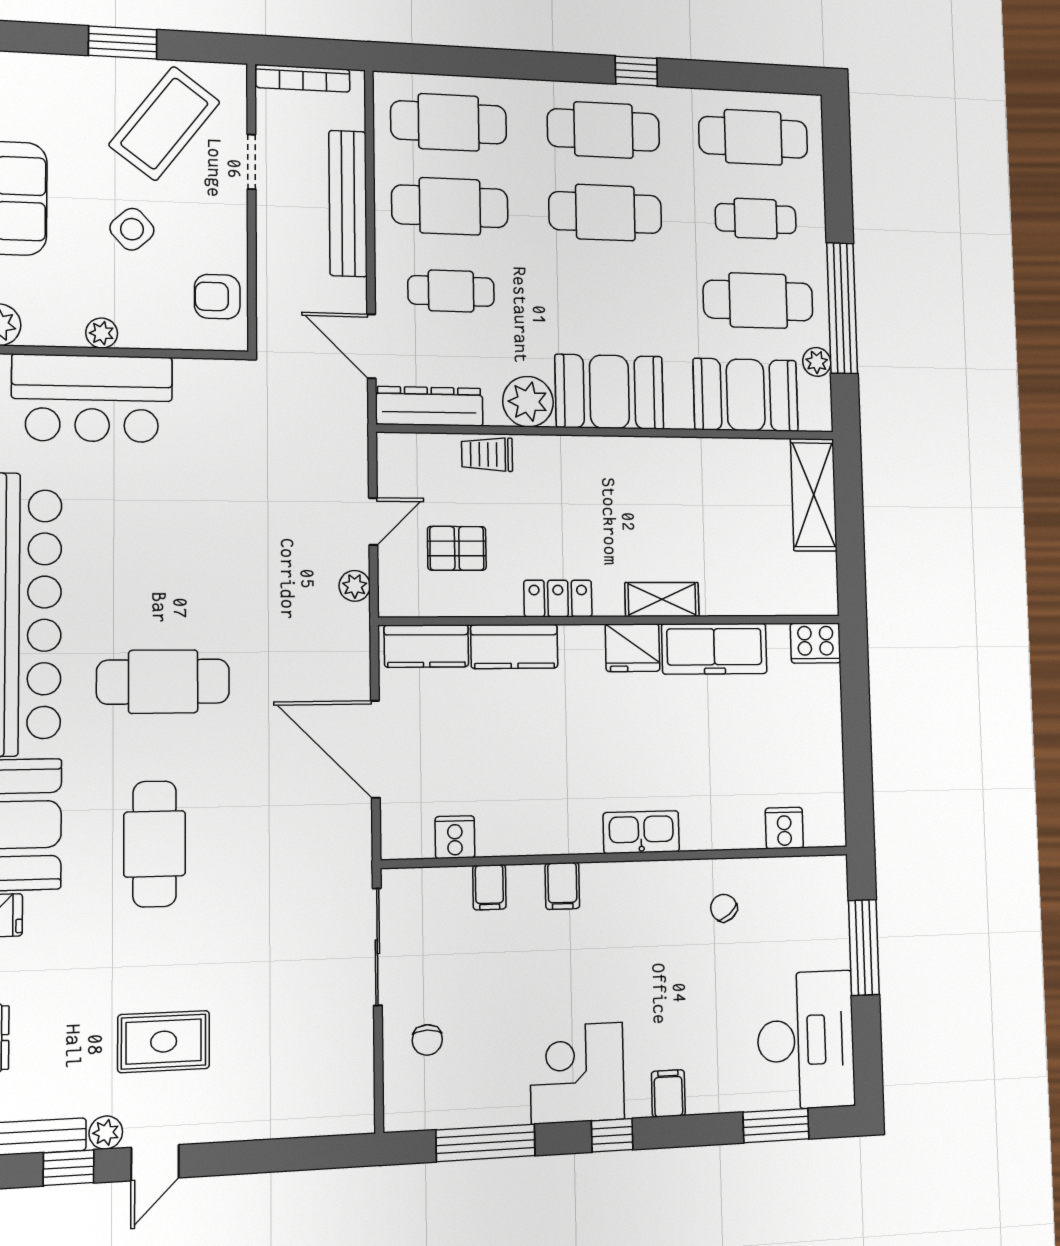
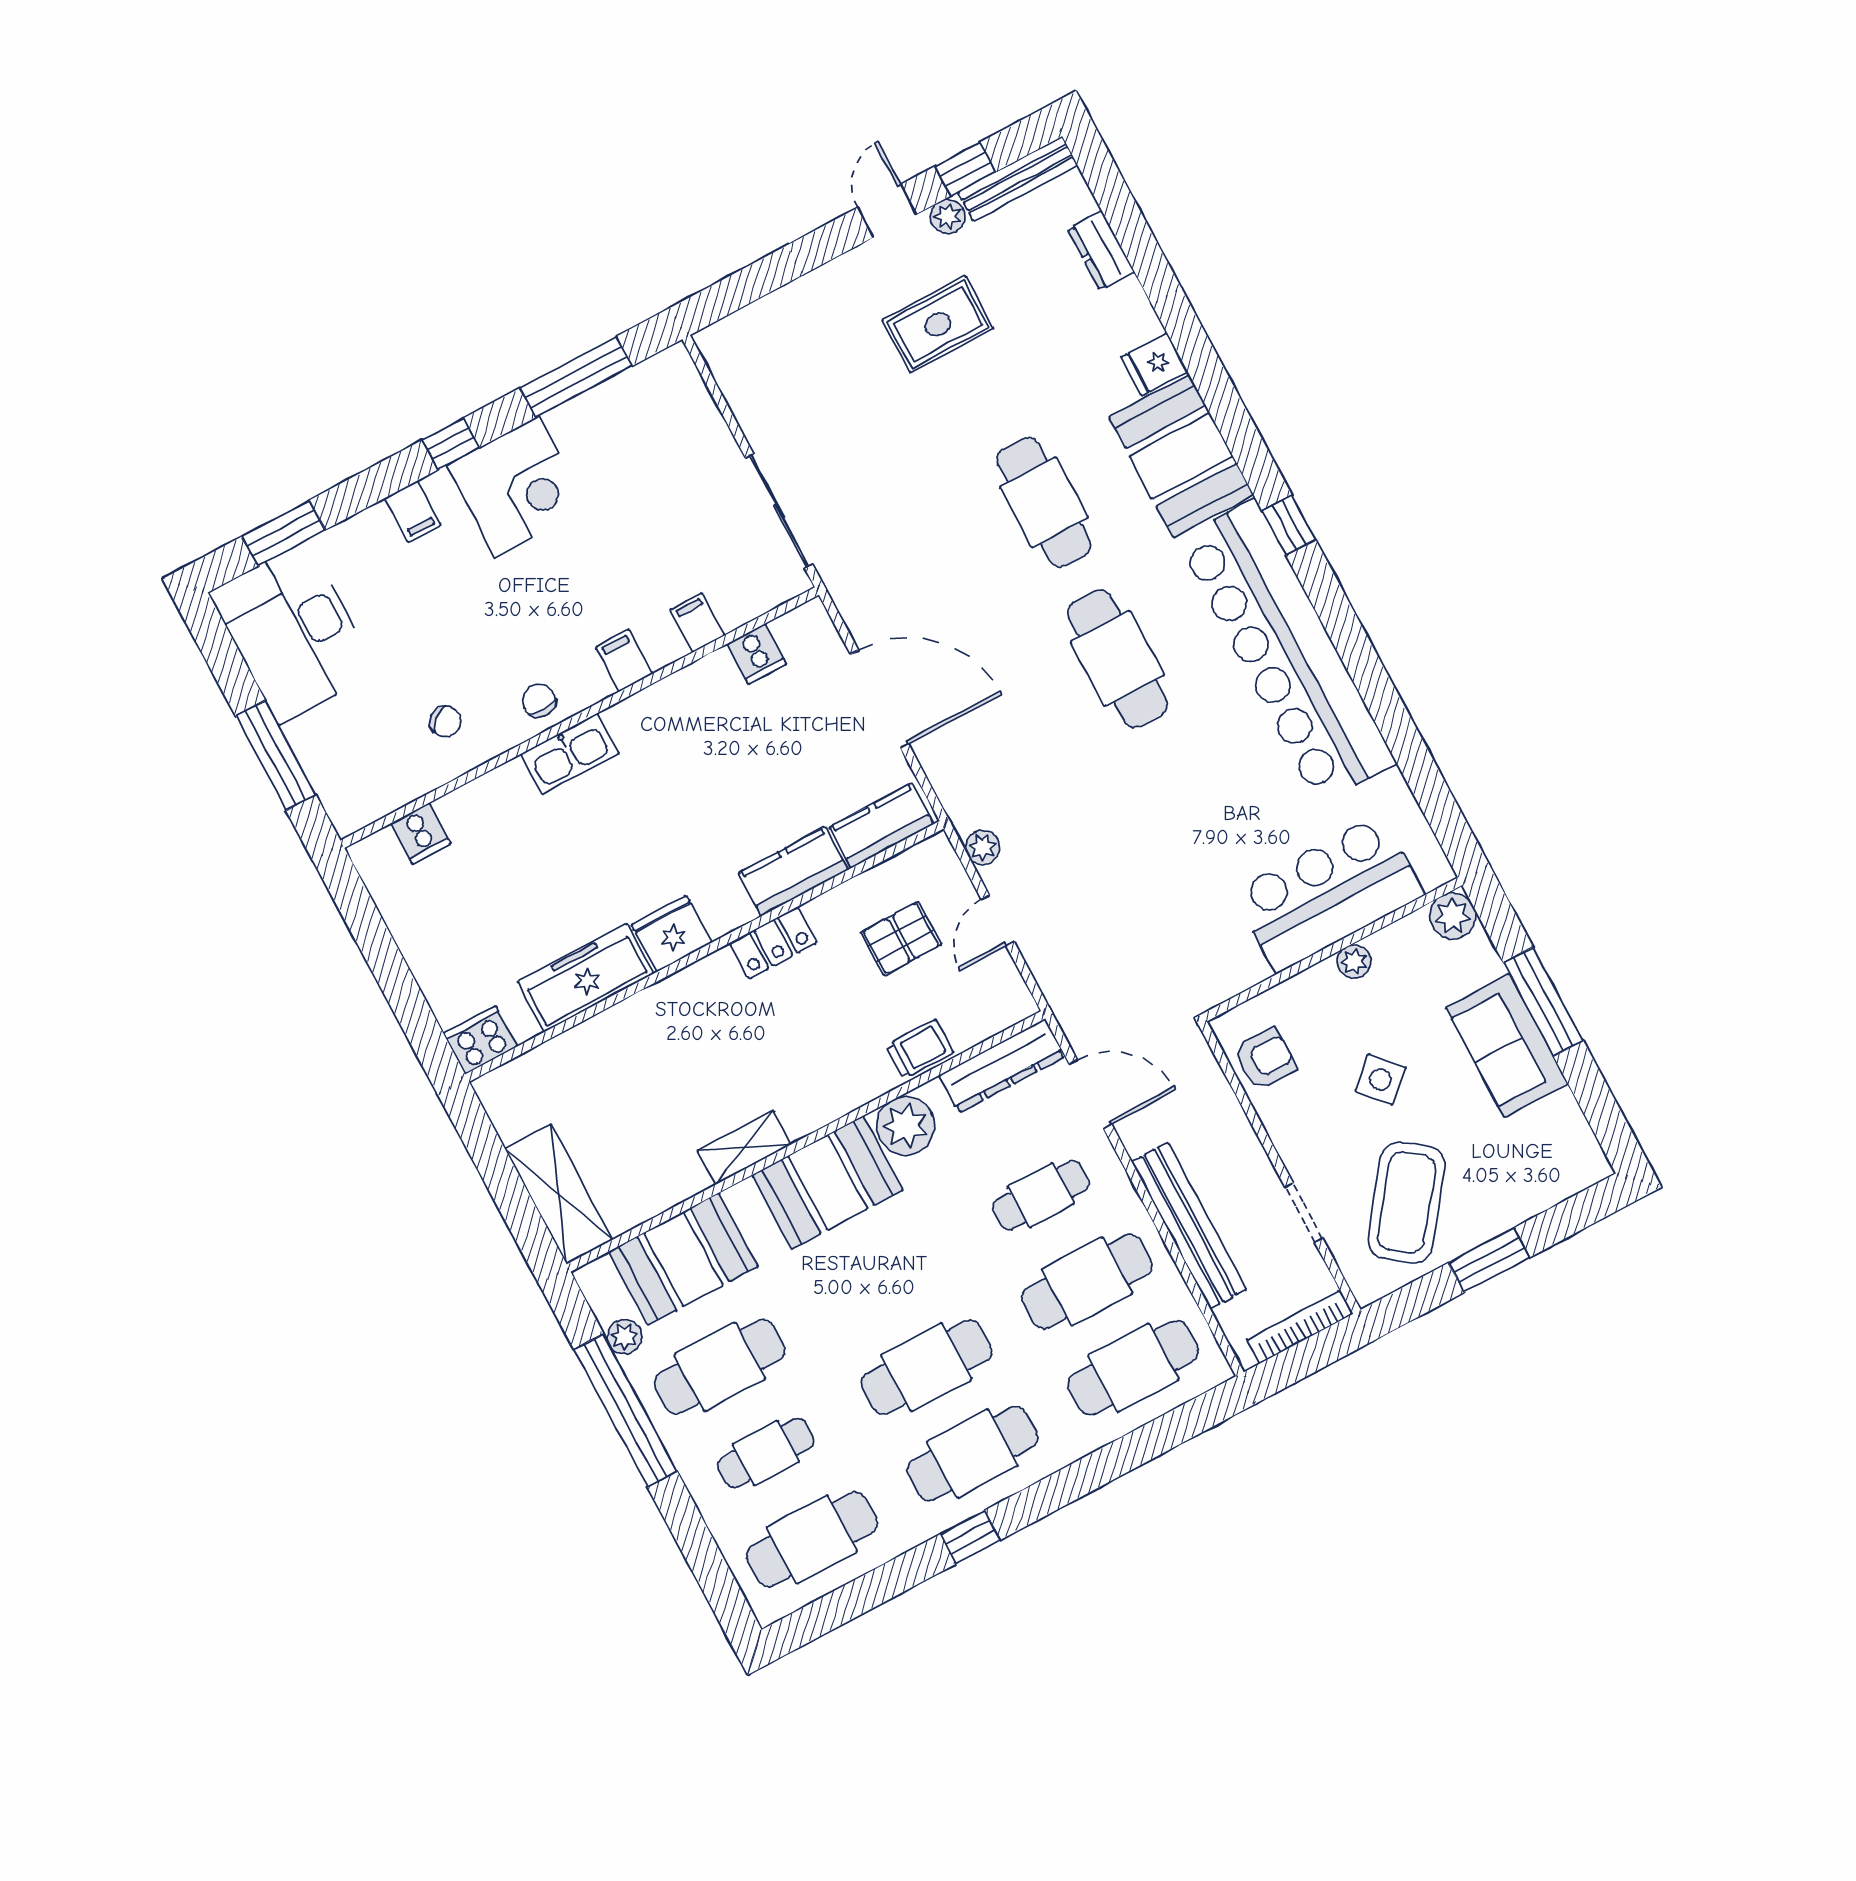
shelving: (662, 599) -> (744, 1148), moved
cafe table: (163, 682) -> (1117, 659), turned 90
chair: (427, 1040) -> (539, 701), moved

